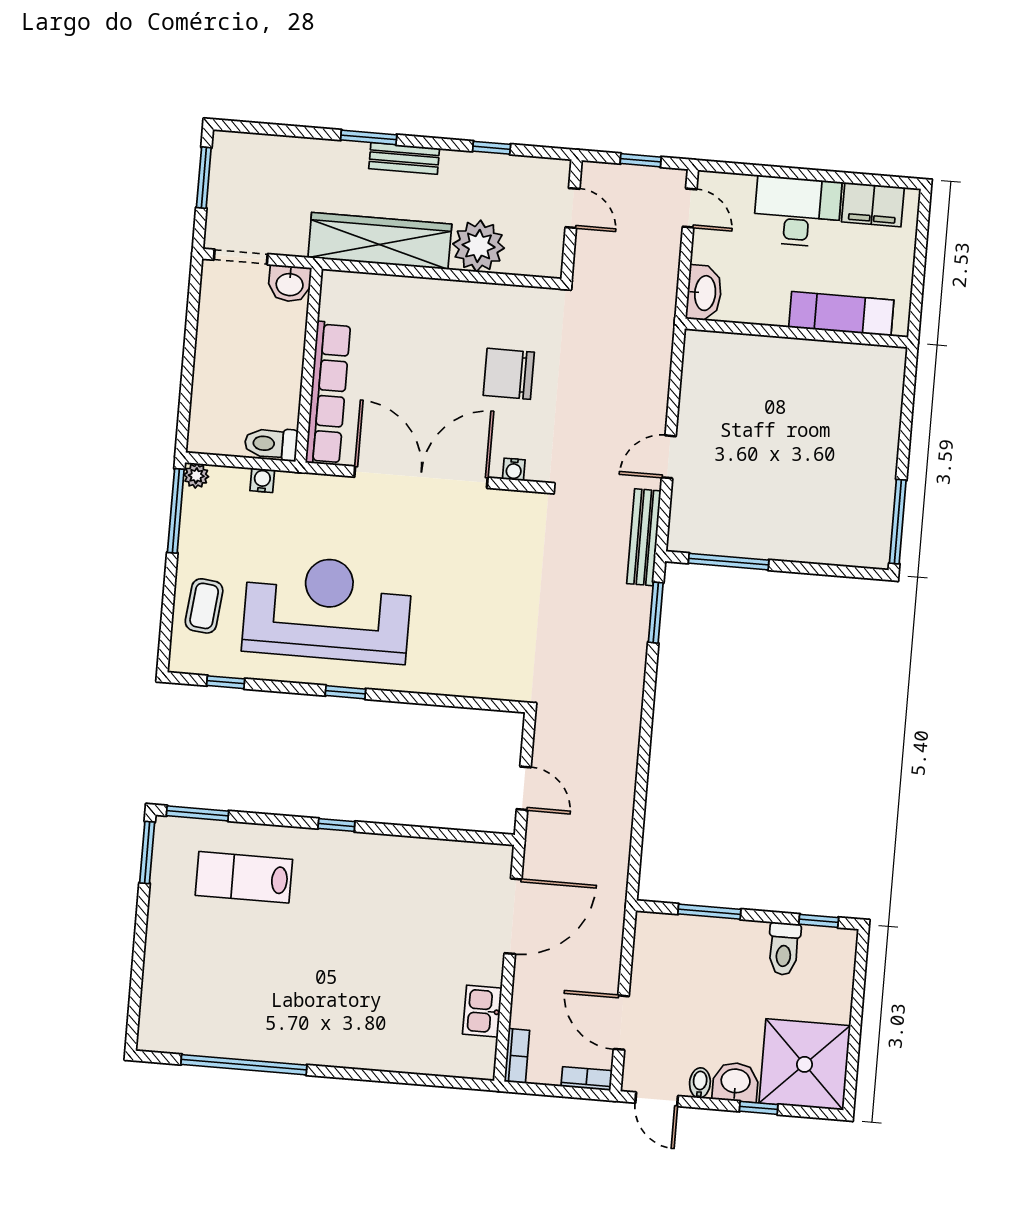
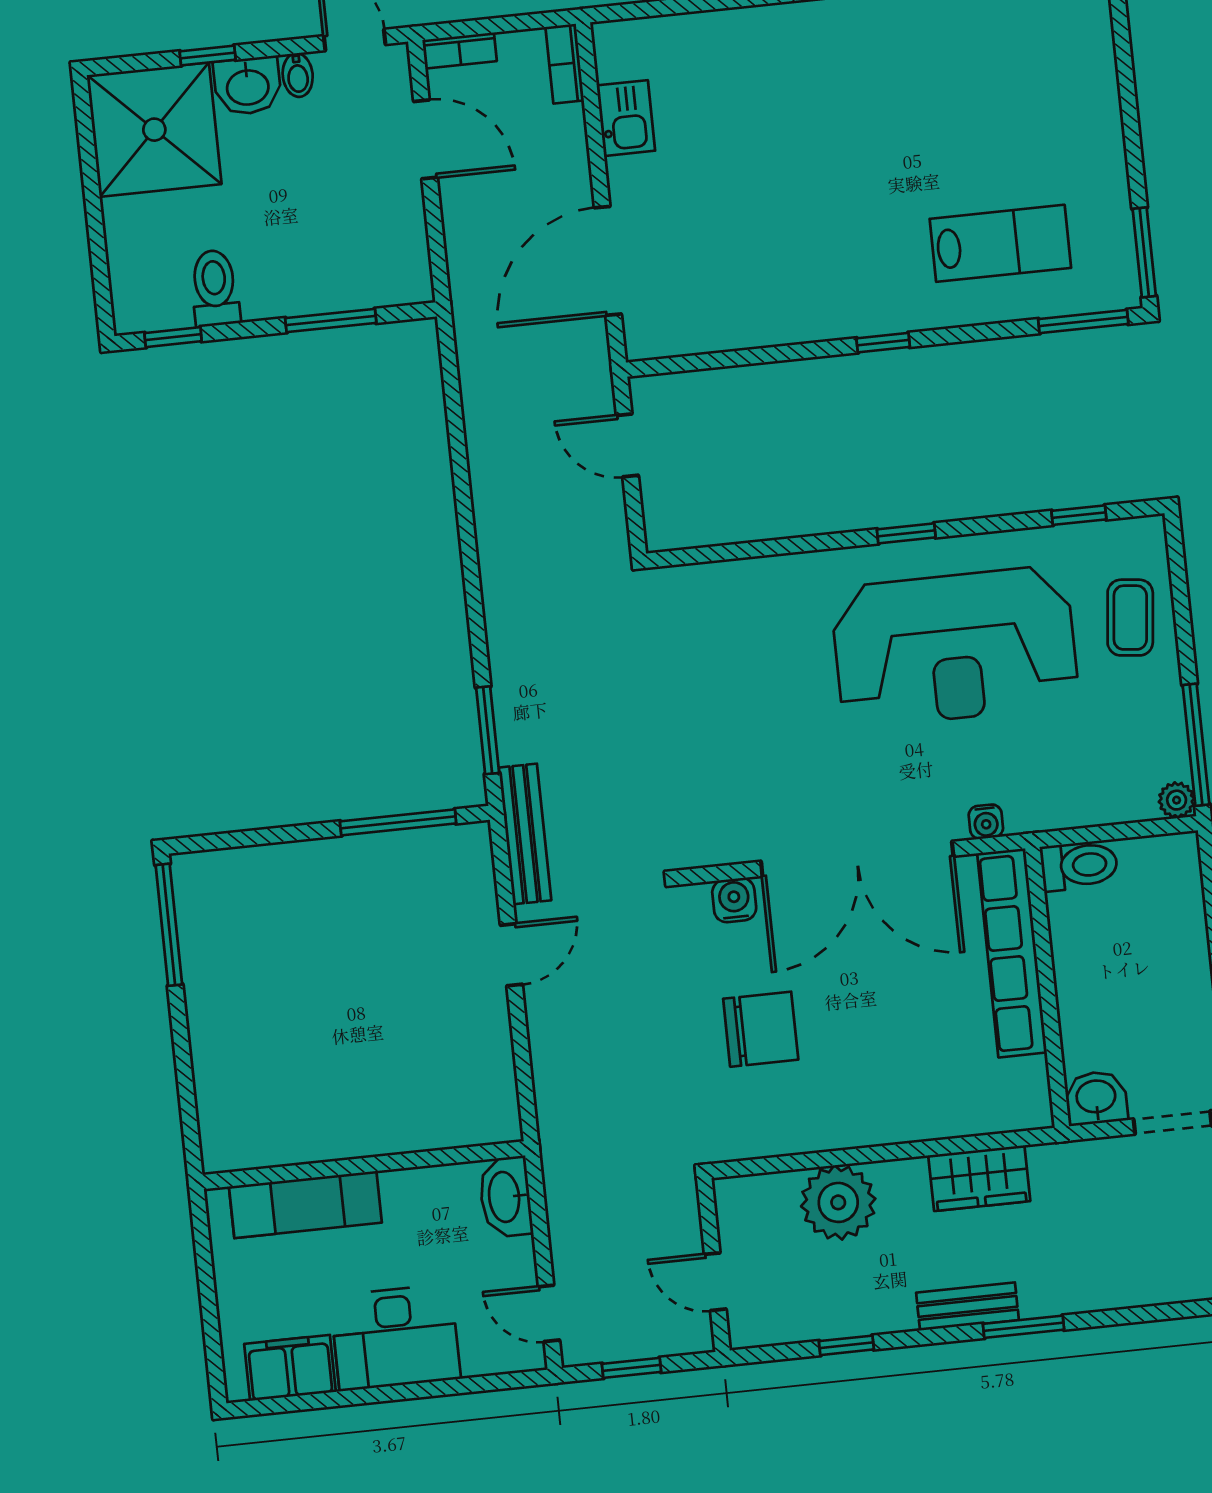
wardrobe: (380, 241) -> (979, 1178), width x0.48, depth x0.85
water cooler: (514, 469) -> (734, 900), width x1.38, depth x1.38
water cooler: (262, 480) -> (986, 822), moved

